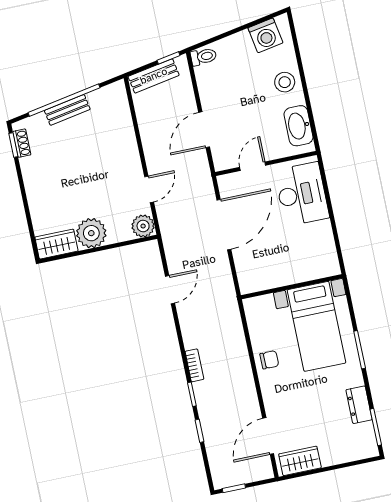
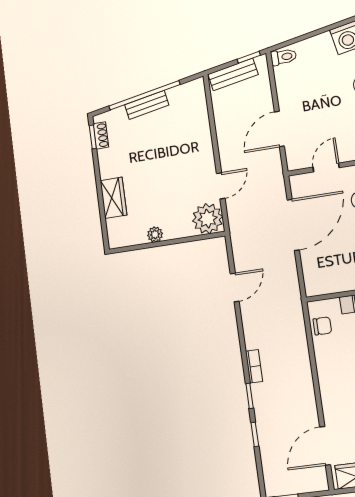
plant: (143, 226) -> (208, 219), width x1.36, depth x1.36
plant: (91, 233) -> (155, 234), width x0.53, depth x0.53
wardrobe: (56, 244) -> (113, 198), moved, turned 90
chair: (269, 360) -> (322, 326), moved

